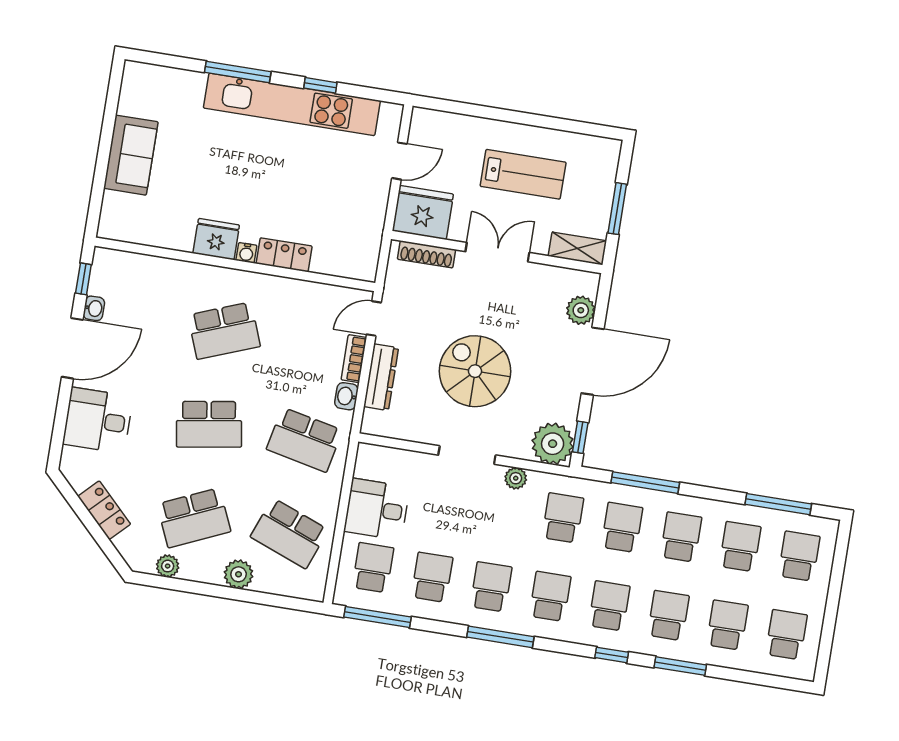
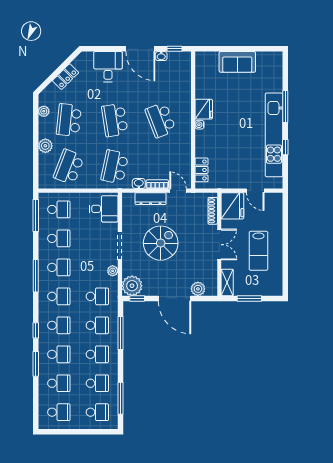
locker: (284, 255) -> (201, 170), moved
desk: (377, 509) -> (104, 209), moved, turned 90
school desk: (194, 518) -> (69, 120), turned 30

